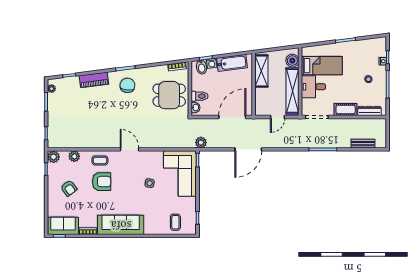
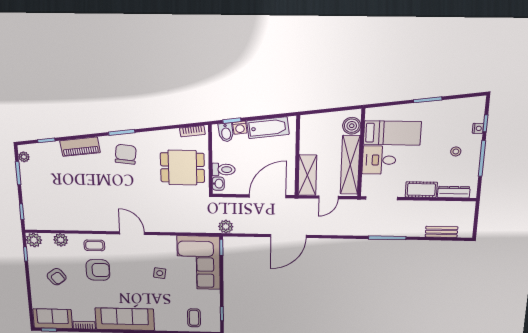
shelving: (261, 71) -> (307, 175), moved

